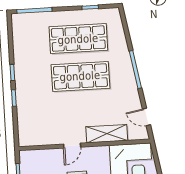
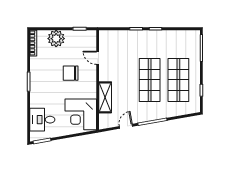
door: (146, 117) -> (126, 126), moved
door: (72, 146) -> (98, 58), moved

